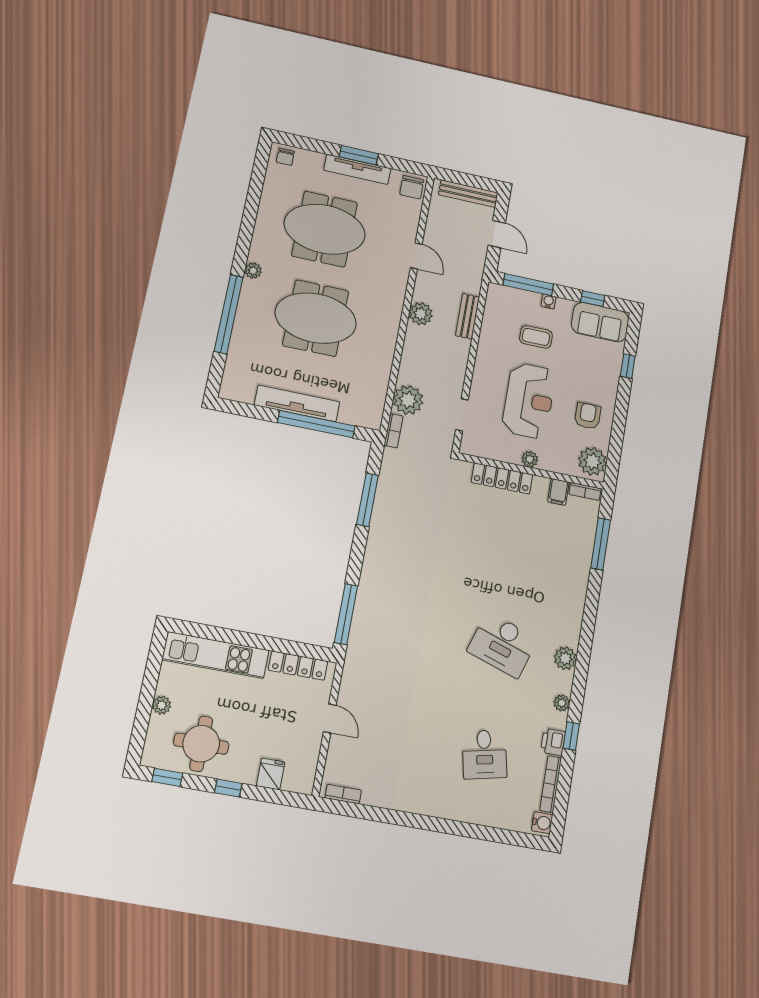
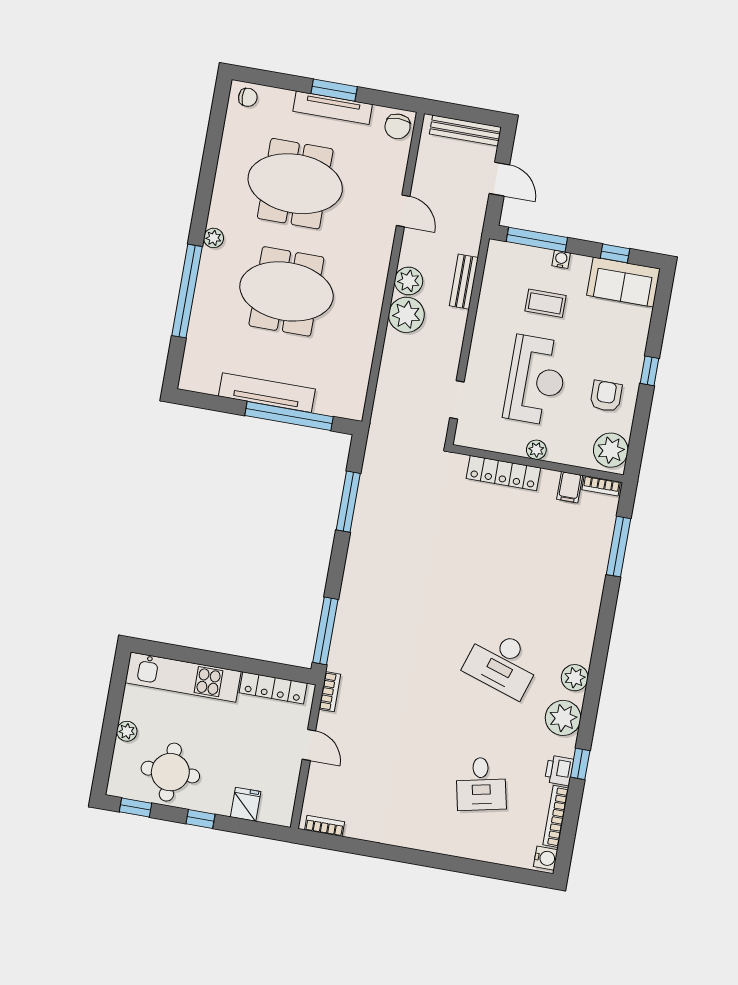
chair: (285, 157) -> (248, 97), turned -90
window: (628, 366) -> (649, 371), moved
plant: (408, 400) -> (406, 315), moved
bookcase: (394, 431) -> (330, 692), moved
plant: (562, 703) -> (563, 718), width x1.88, depth x1.88

